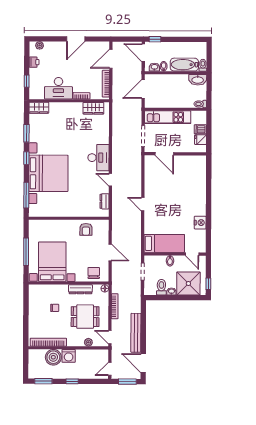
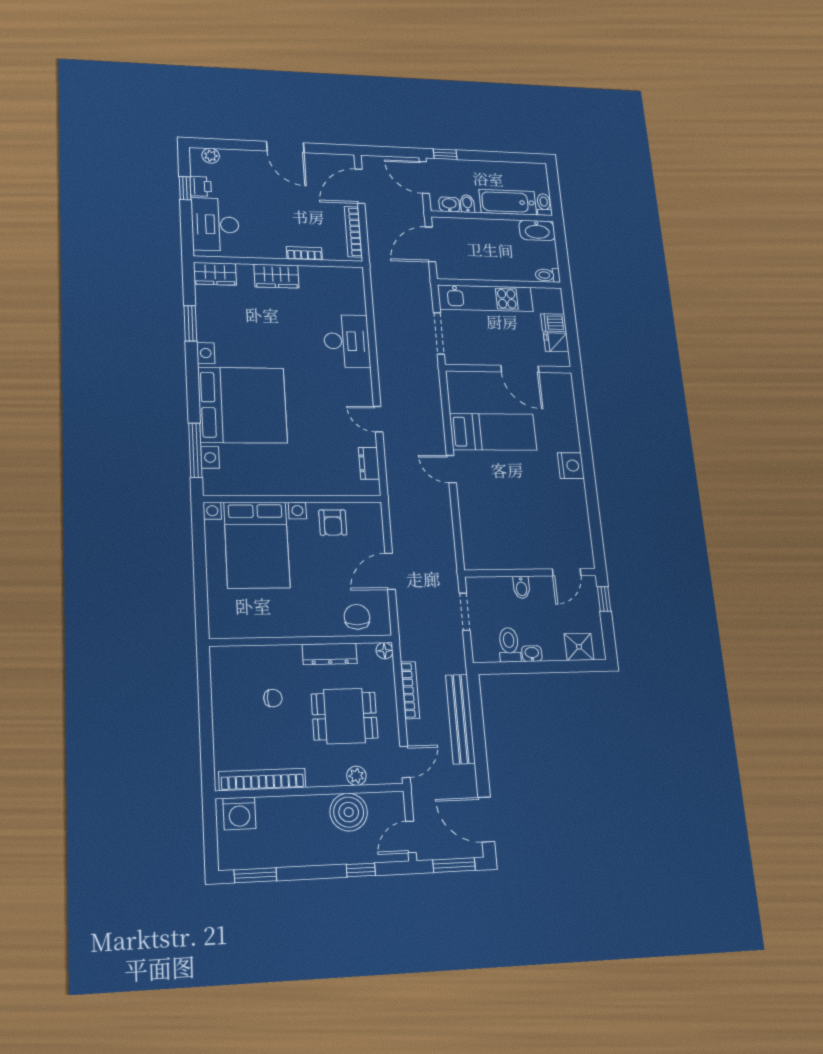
door: (76, 39) -> (285, 147), hinge flipped
window: (27, 81) -> (185, 188), moved
desk: (58, 88) -> (215, 224), moved, turned 90
wardrobe: (93, 108) -> (276, 276), moved
door: (164, 154) -> (520, 369), moved
window: (26, 158) -> (192, 373), removed
desk: (98, 158) -> (347, 341), moved
nightstand: (200, 223) -> (571, 466), moved
bed: (164, 243) -> (493, 432), moved
window: (26, 252) -> (200, 573), removed
door: (110, 252) -> (390, 571), swing flipped
door: (192, 254) -> (567, 572), hinge flipped
bed with nightstands: (52, 262) -> (257, 545), moved, turned 180
shower: (188, 283) -> (579, 647), width x0.54, depth x0.54
window: (208, 284) -> (604, 599), moved
bench: (136, 333) -> (460, 719), moved
door: (110, 337) -> (405, 762), swing flipped
washing machine: (69, 356) -> (239, 813), moved
boiler: (53, 357) -> (349, 812), moved
window: (72, 381) -> (361, 870), moved

